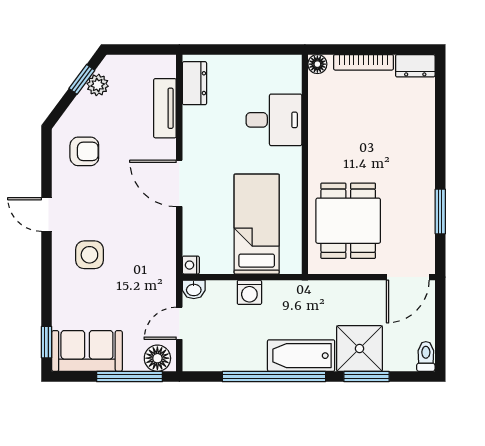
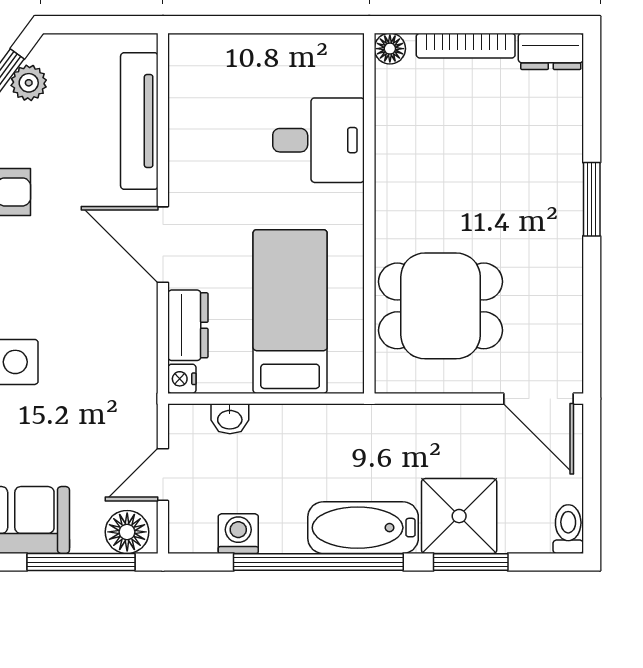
dresser: (194, 83) -> (188, 325), moved
tv unit: (165, 108) -> (139, 121), width x1.41
window: (440, 211) -> (592, 199), moved
dining table: (348, 221) -> (441, 306), turned 90
door: (408, 277) -> (538, 399), hinge flipped
washbasin: (194, 289) -> (230, 419), moved
washing machine: (249, 292) -> (238, 534), moved, turned 180

